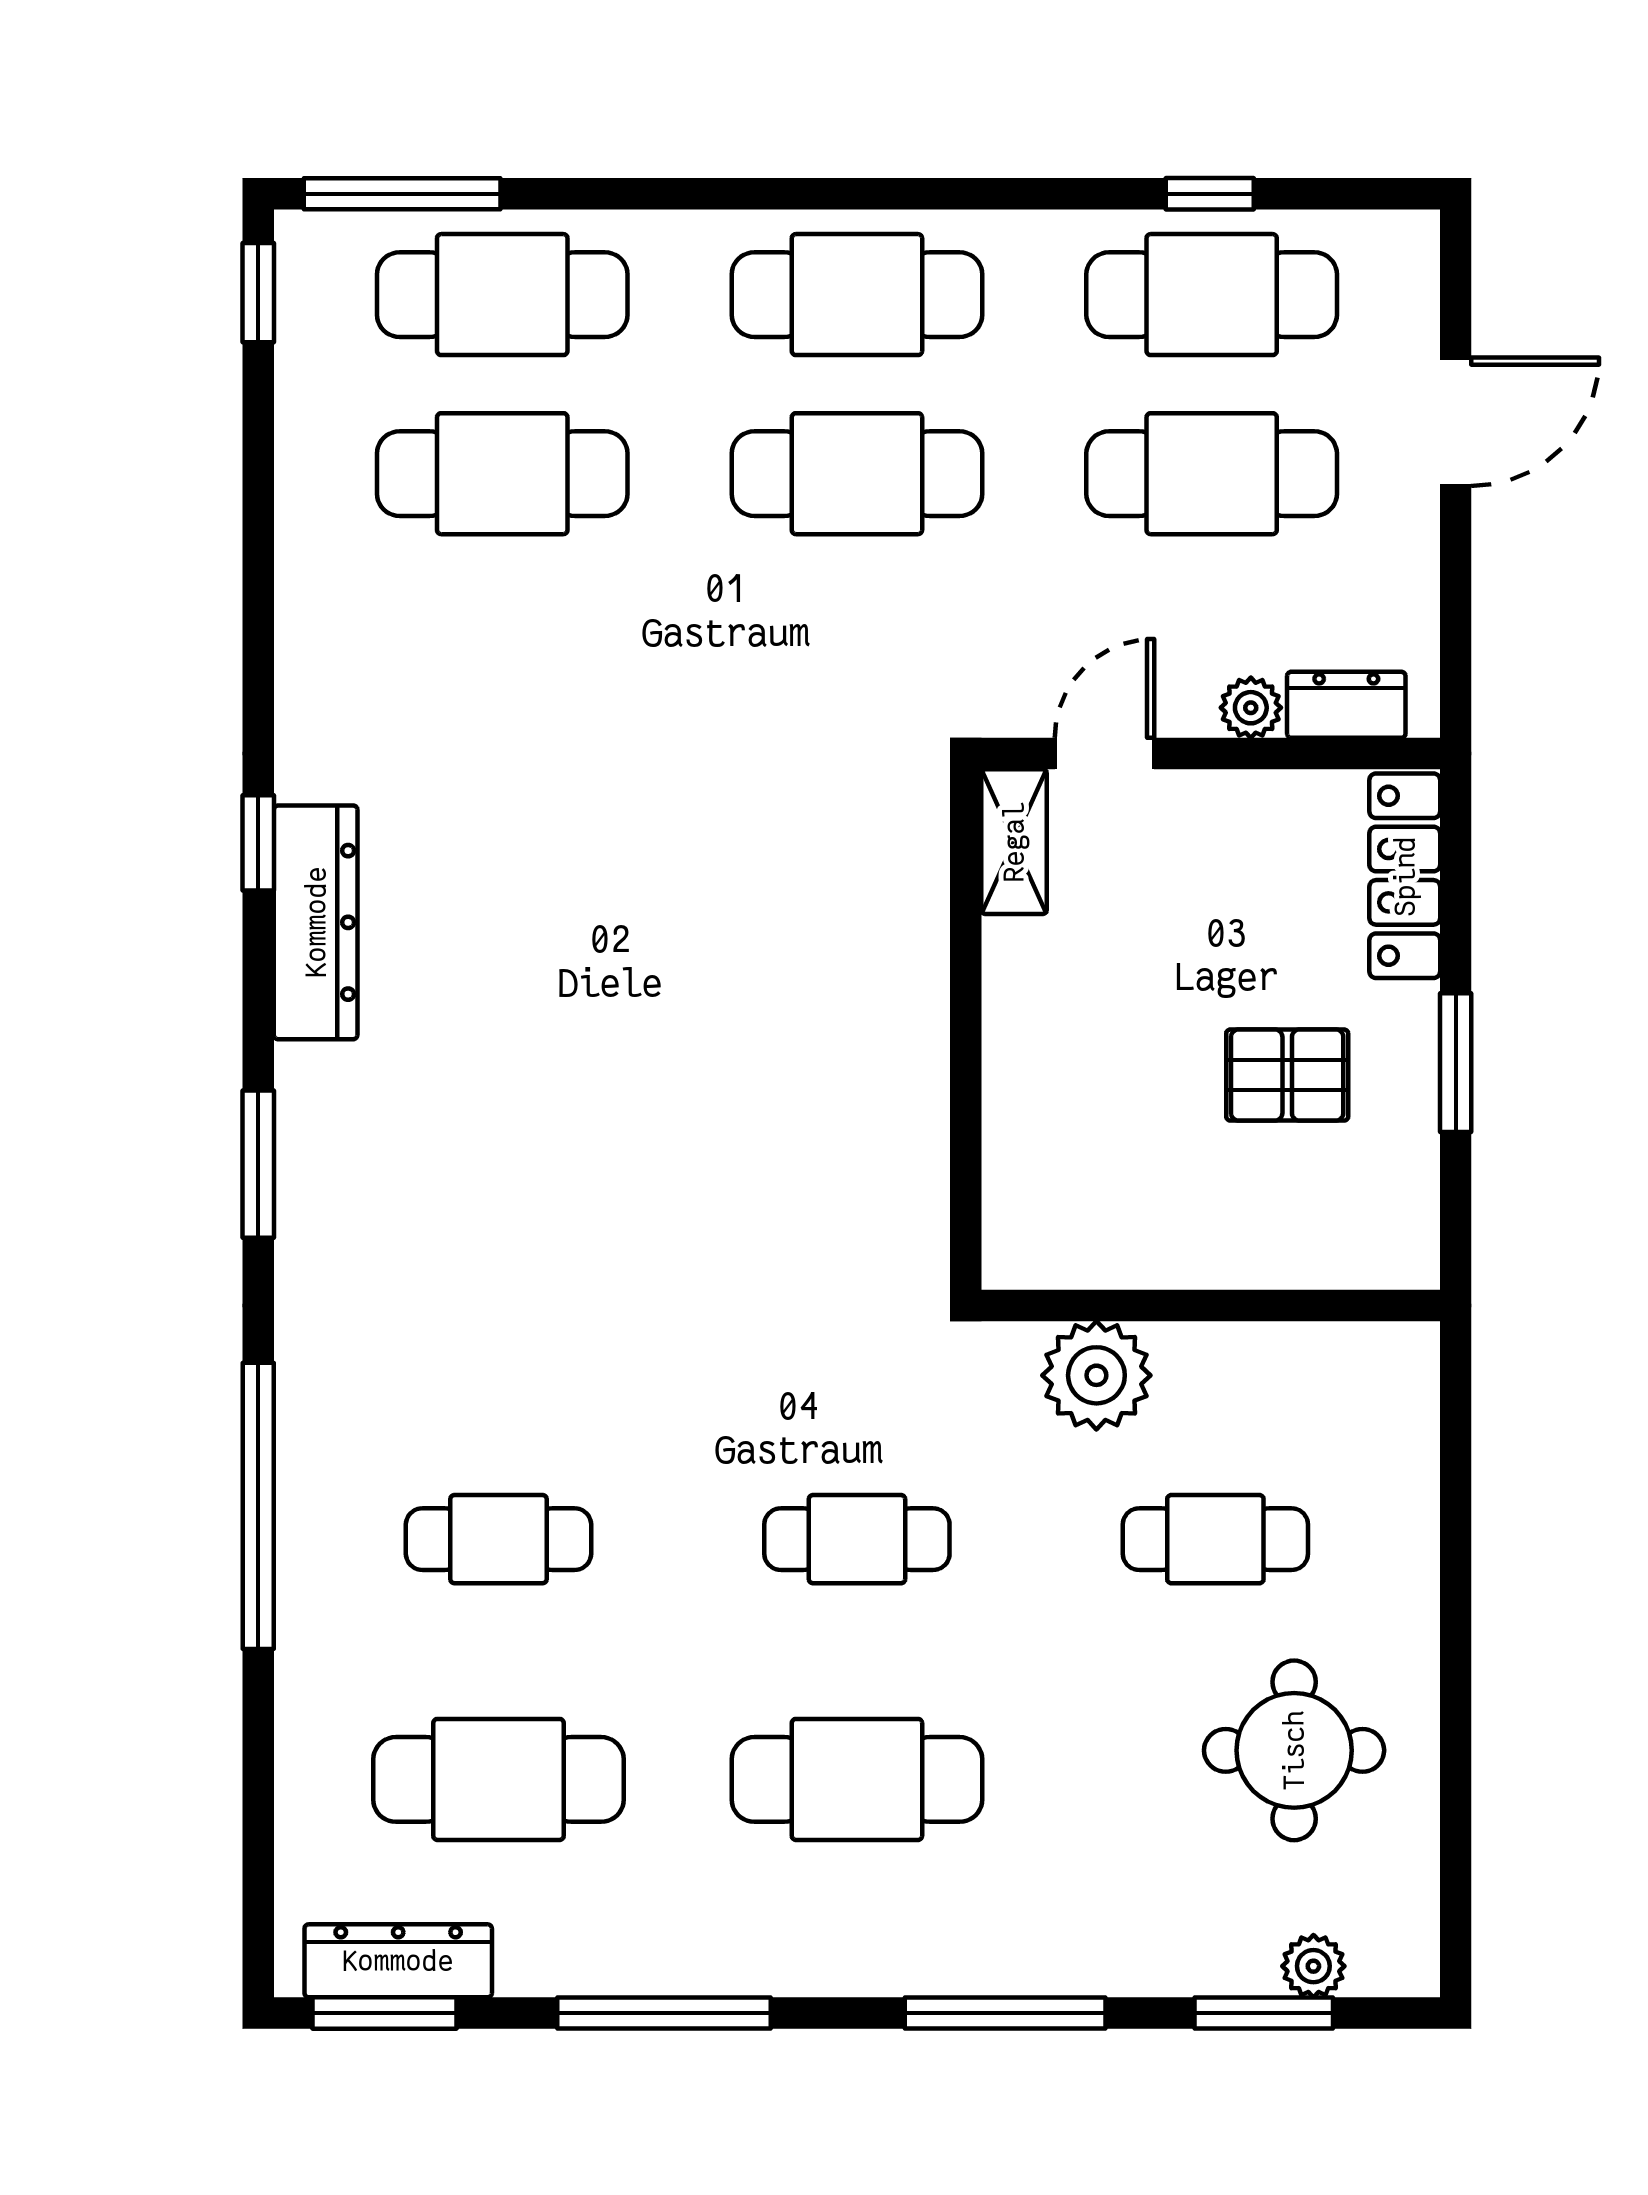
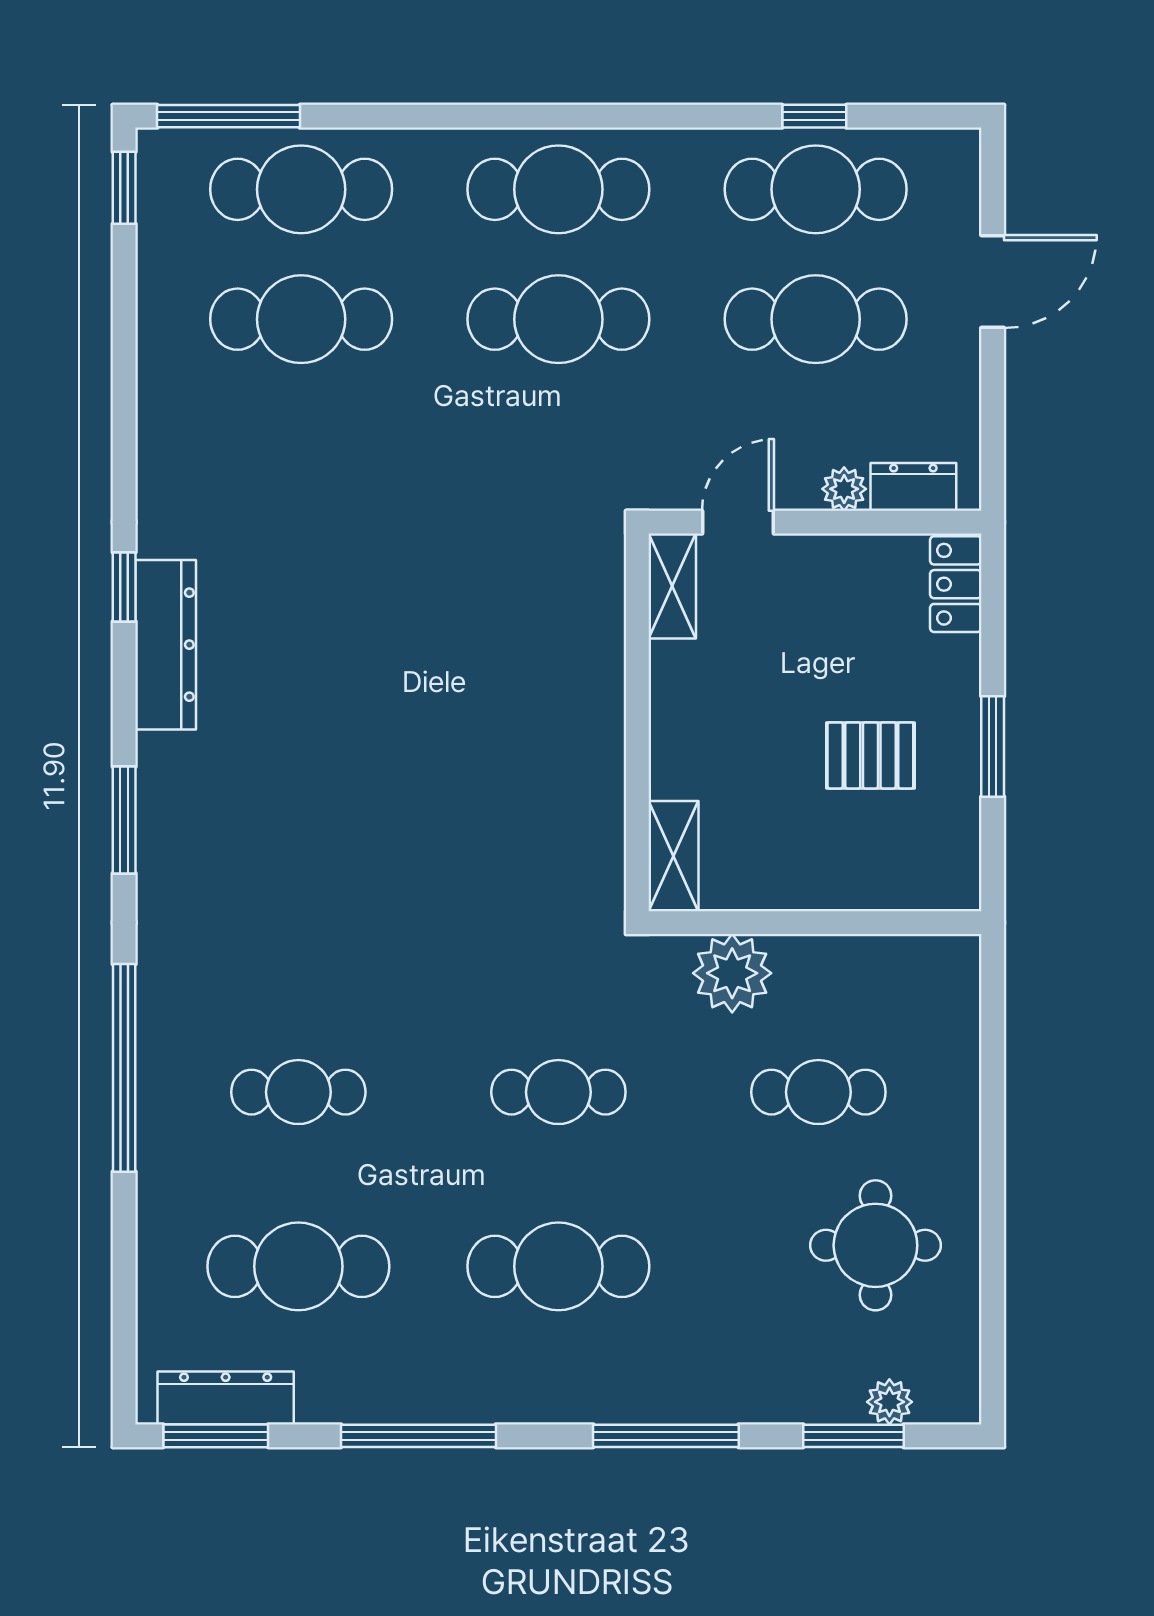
locker: (1405, 876) -> (956, 584), width x0.66
shelving: (1016, 1214) -> (673, 856), added

